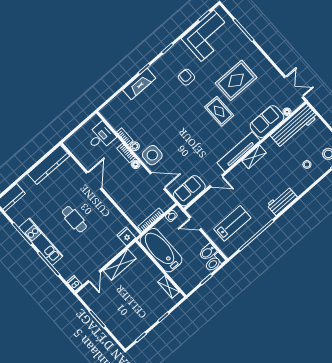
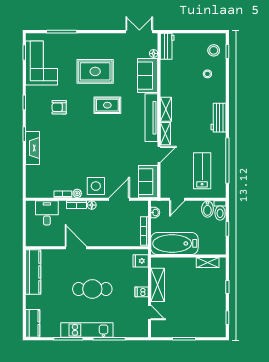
rug: (236, 80) -> (95, 71), turned 90
workbench: (294, 126) -> (167, 46), width x0.53, depth x0.76
shelving: (236, 172) -> (165, 134), added
cafe table: (74, 219) -> (92, 289), width x1.37, depth x1.35
dishwasher: (74, 283) -> (142, 292), moved

